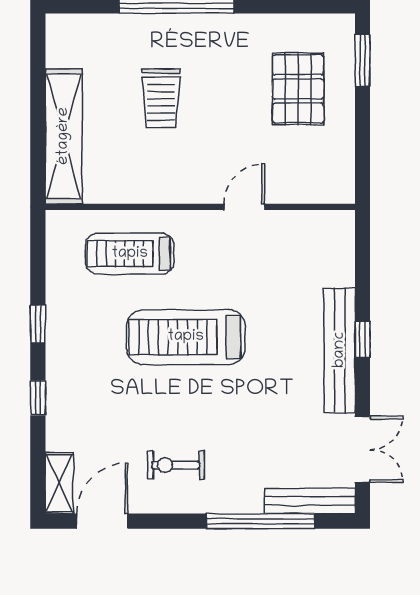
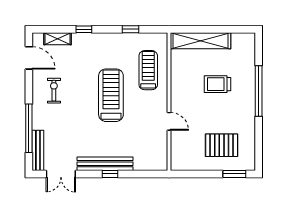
window: (38, 324) -> (131, 29), moved
shelving: (59, 483) -> (58, 39), moved

